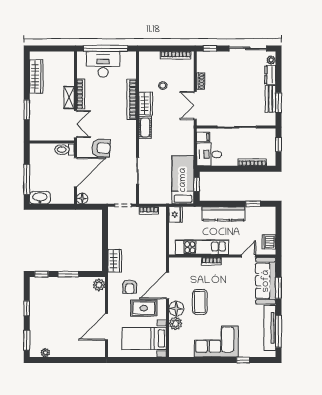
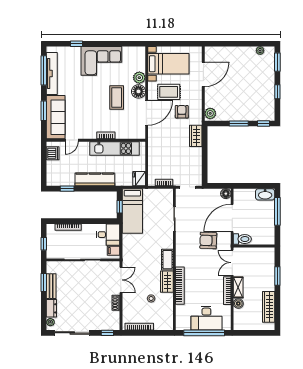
boiler: (69, 80) -> (238, 304), added

